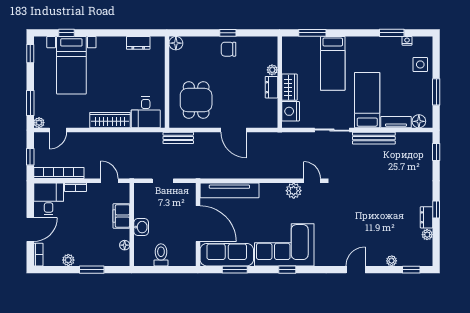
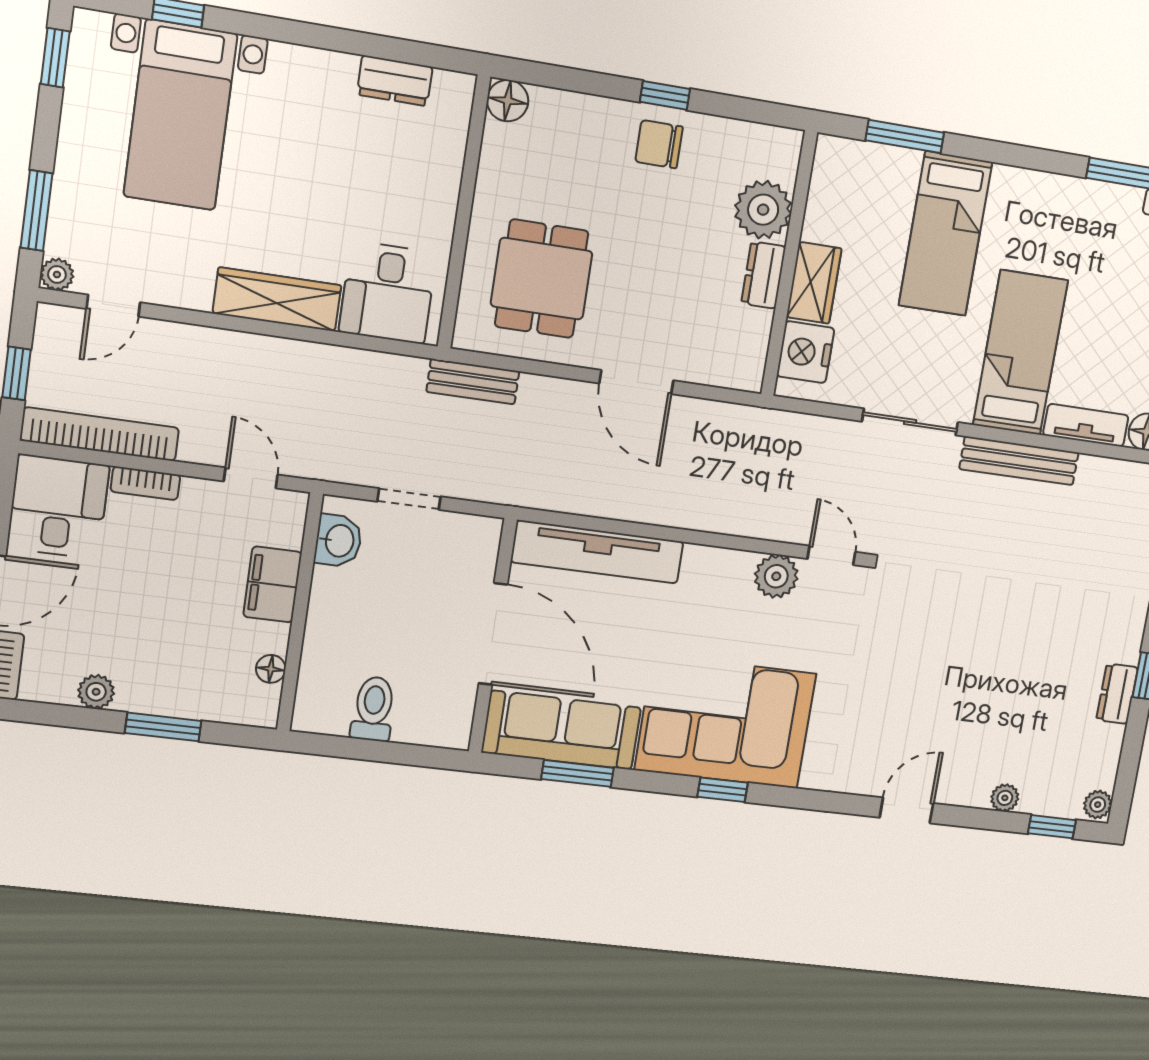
plant: (272, 70) -> (763, 210), width x1.88, depth x1.88
washbasin: (141, 227) -> (338, 541), moved
plant: (427, 235) -> (1098, 805), moved

